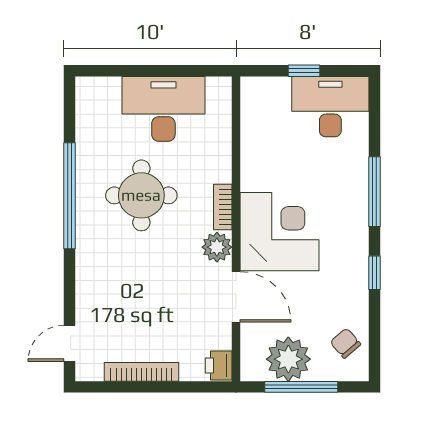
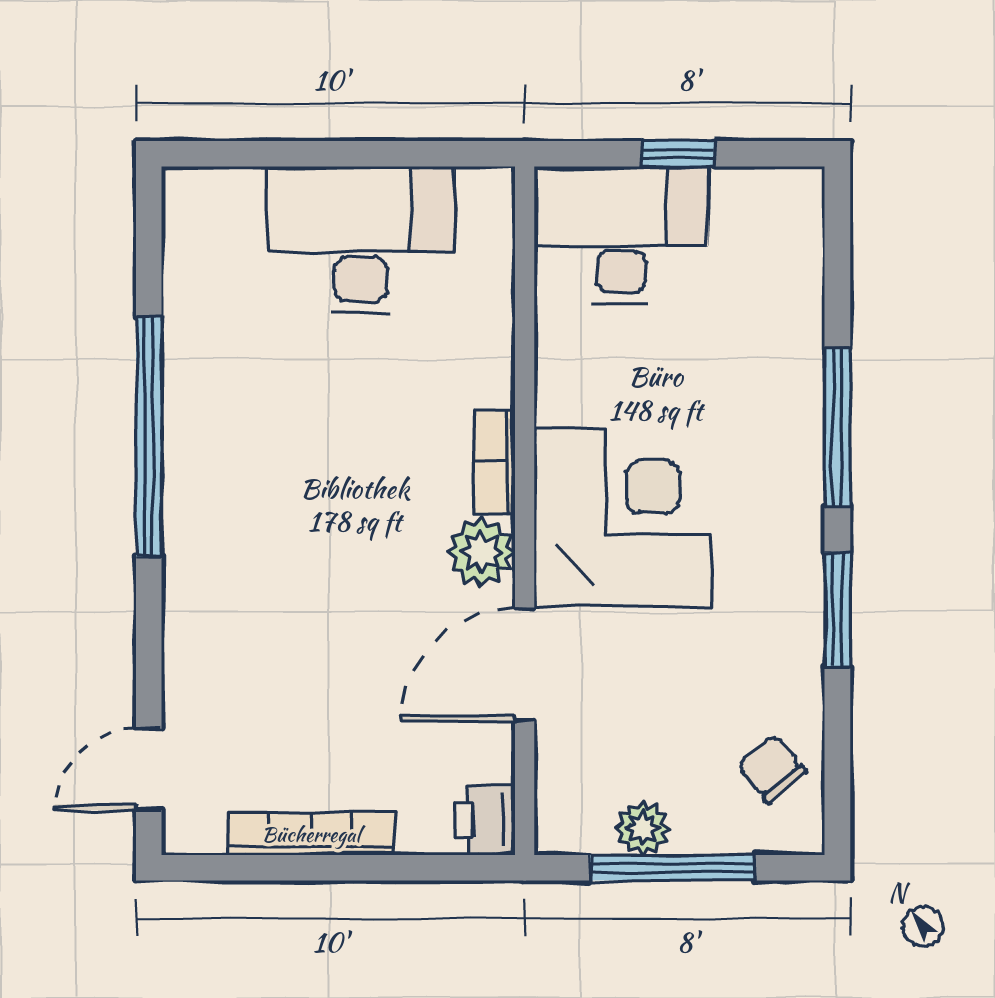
desk: (330, 107) -> (621, 235), moved
round table: (141, 195) -> (311, 435), removed
window: (374, 273) -> (837, 610), width x1.50
door: (236, 297) -> (525, 664), swing flipped
plant: (288, 359) -> (643, 828), width x0.53, depth x0.53

